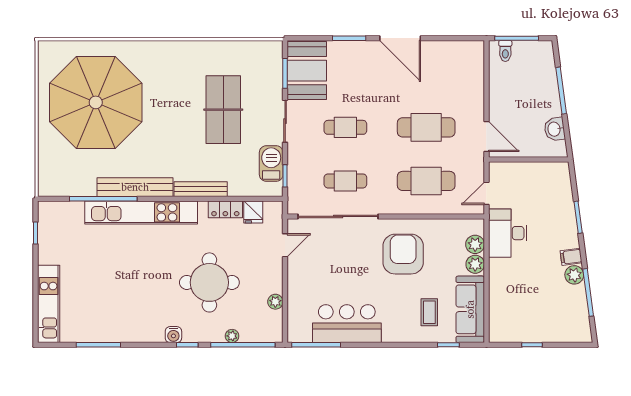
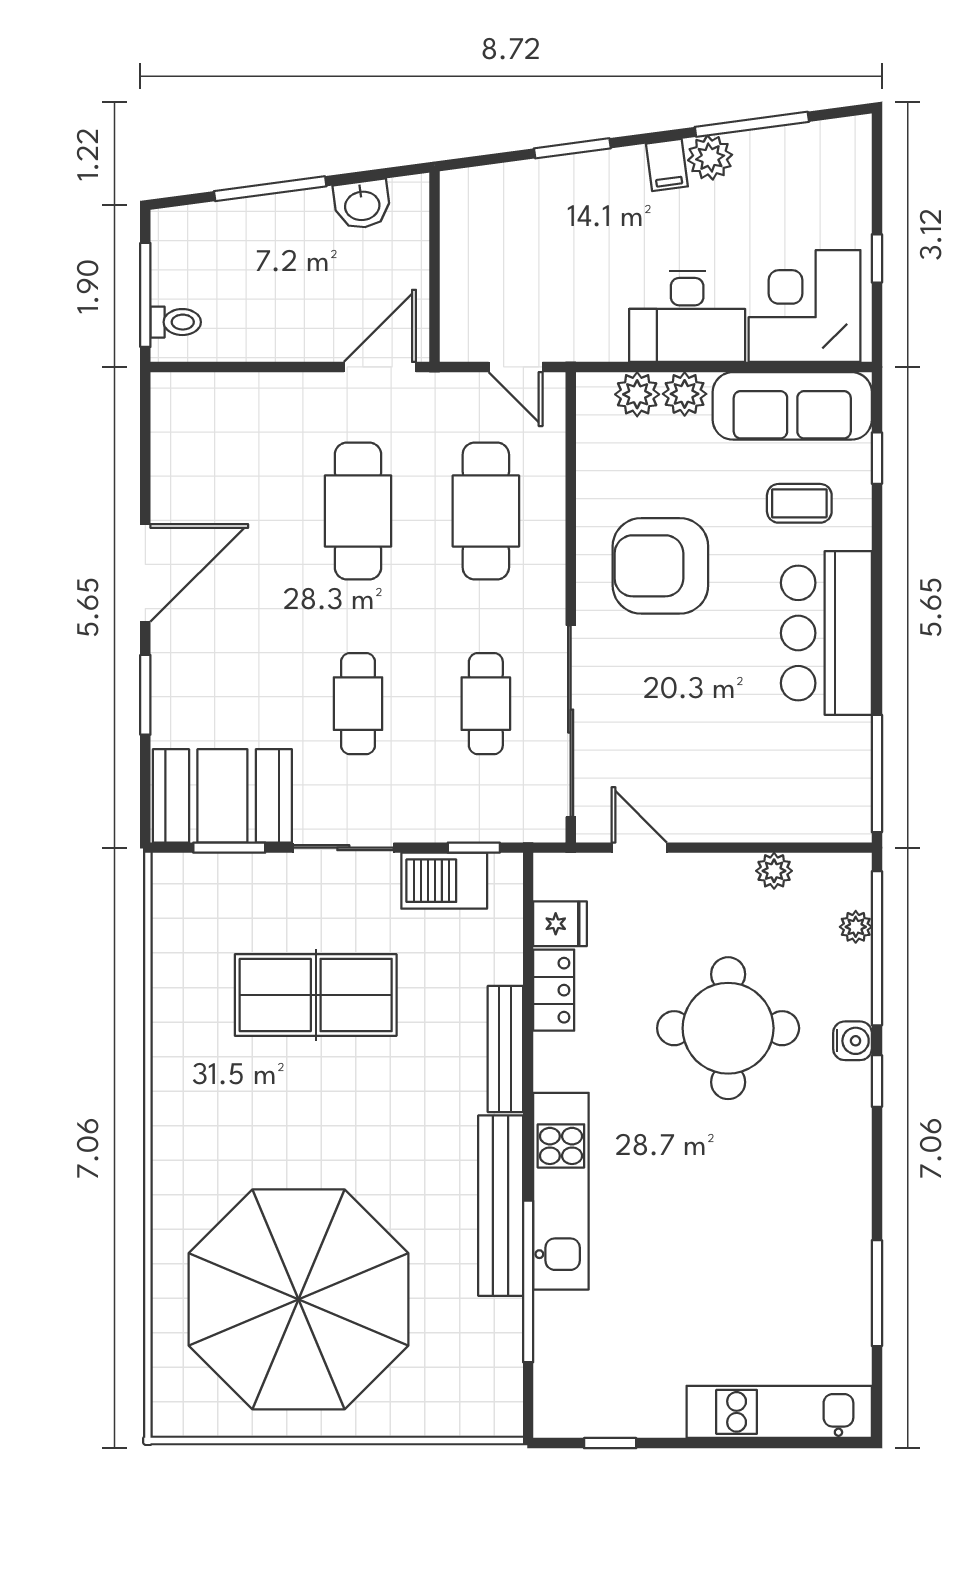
kitchen unit: (141, 212) -> (561, 1191), width x0.73
desk: (508, 233) -> (687, 316), moved
corner desk: (512, 314) -> (805, 306), added
bar counter: (347, 324) -> (826, 633), moved
water cooler: (173, 335) -> (852, 1041), moved
plant: (232, 336) -> (856, 927), moved

